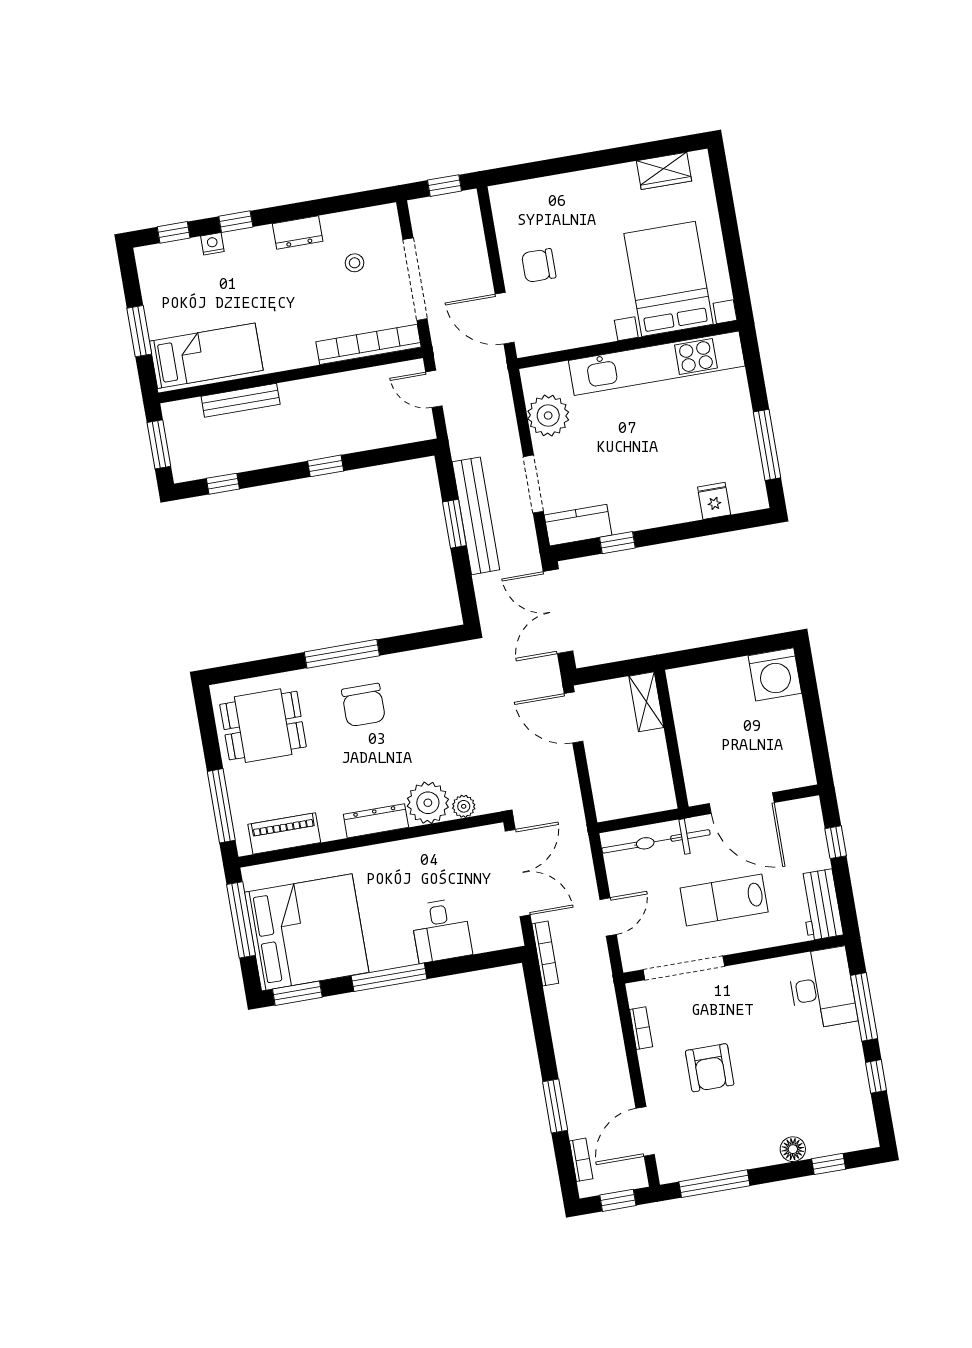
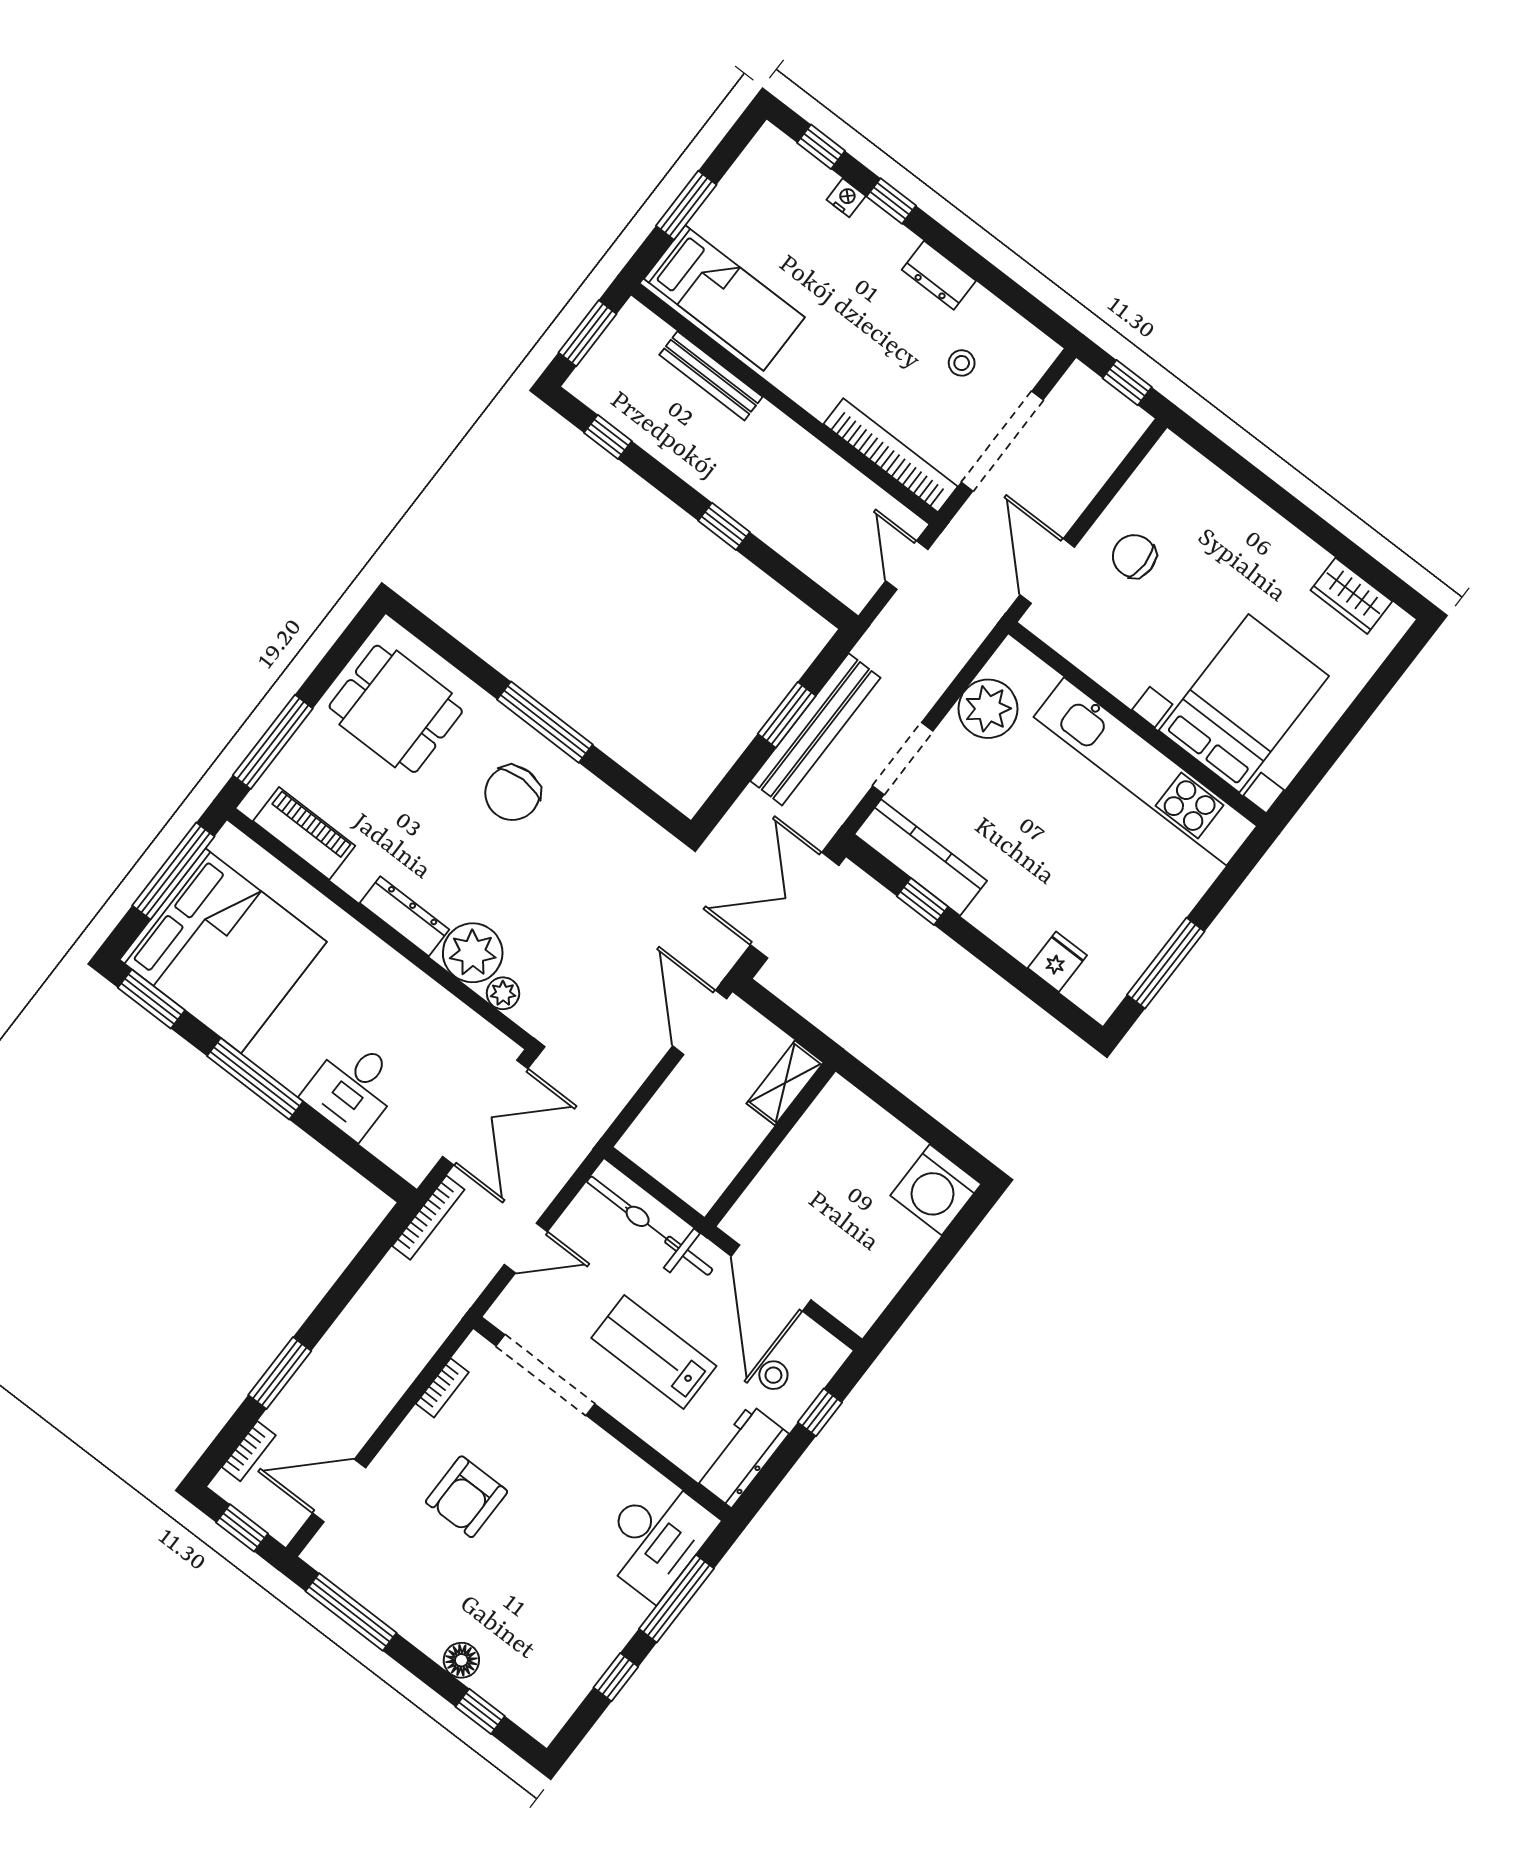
kitchen counter: (578, 525) -> (921, 858), width x1.50
stool: (794, 849) -> (773, 1375), added

